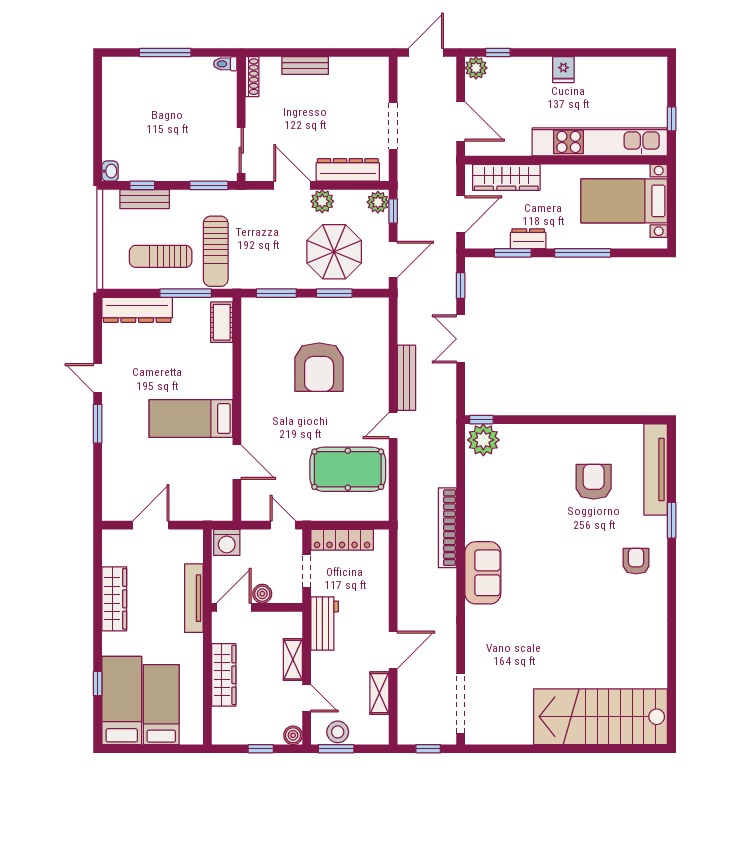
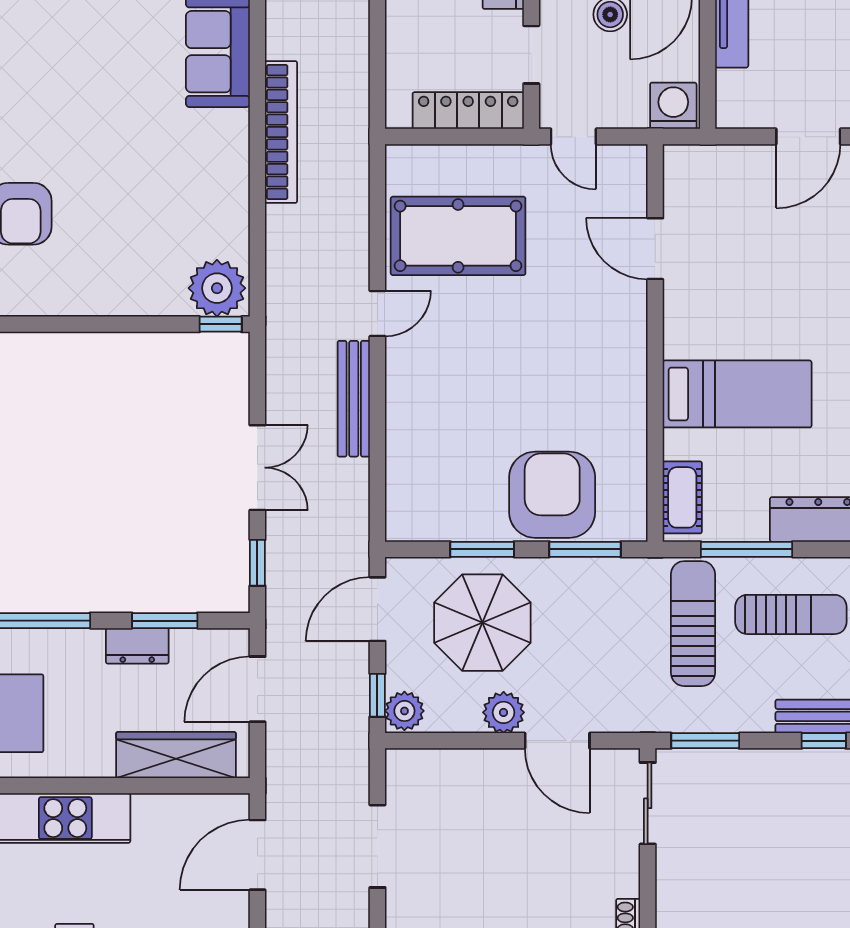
door: (461, 121) -> (257, 855), hinge flipped
dresser: (348, 170) -> (458, 768), removed
armchair: (319, 367) -> (552, 495), moved
bed: (191, 419) -> (737, 394), moved

